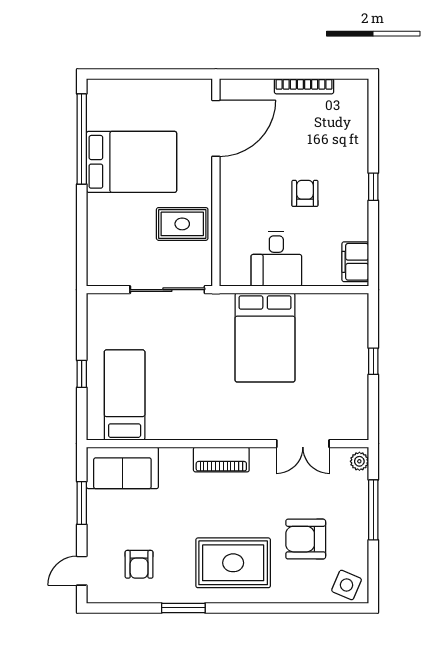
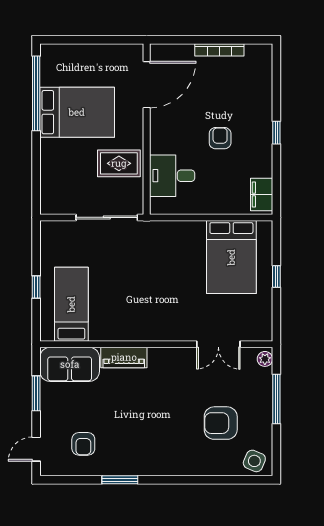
desk: (276, 259) -> (172, 176), moved, turned 90
bed: (265, 338) -> (231, 257), moved
piano: (221, 459) -> (124, 357), moved
rug: (233, 563) -> (161, 443), removed

